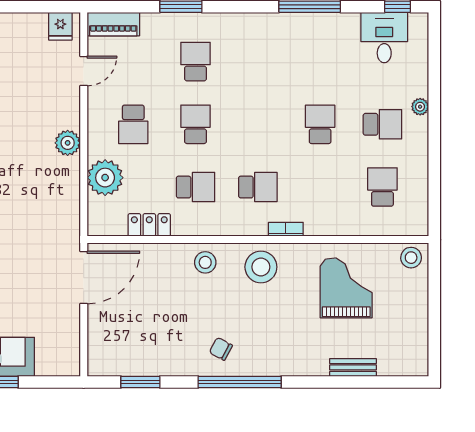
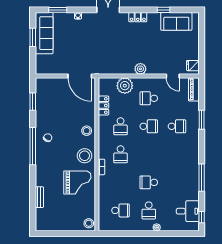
school desk: (320, 124) -> (149, 182), turned 180
grand piano: (346, 288) -> (77, 182), moved

